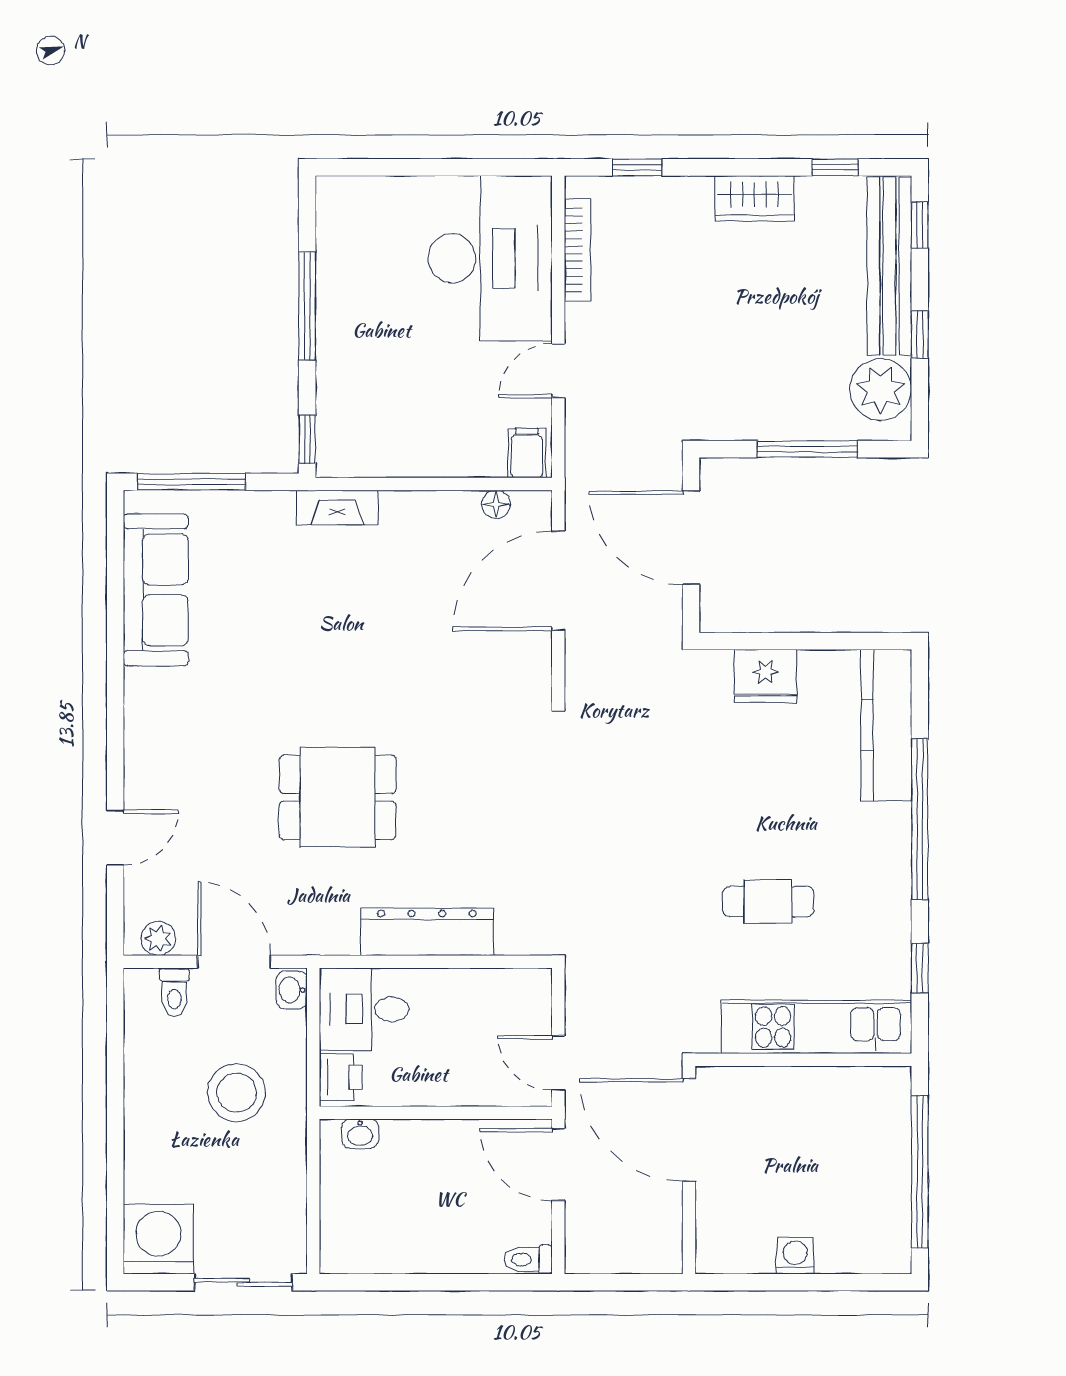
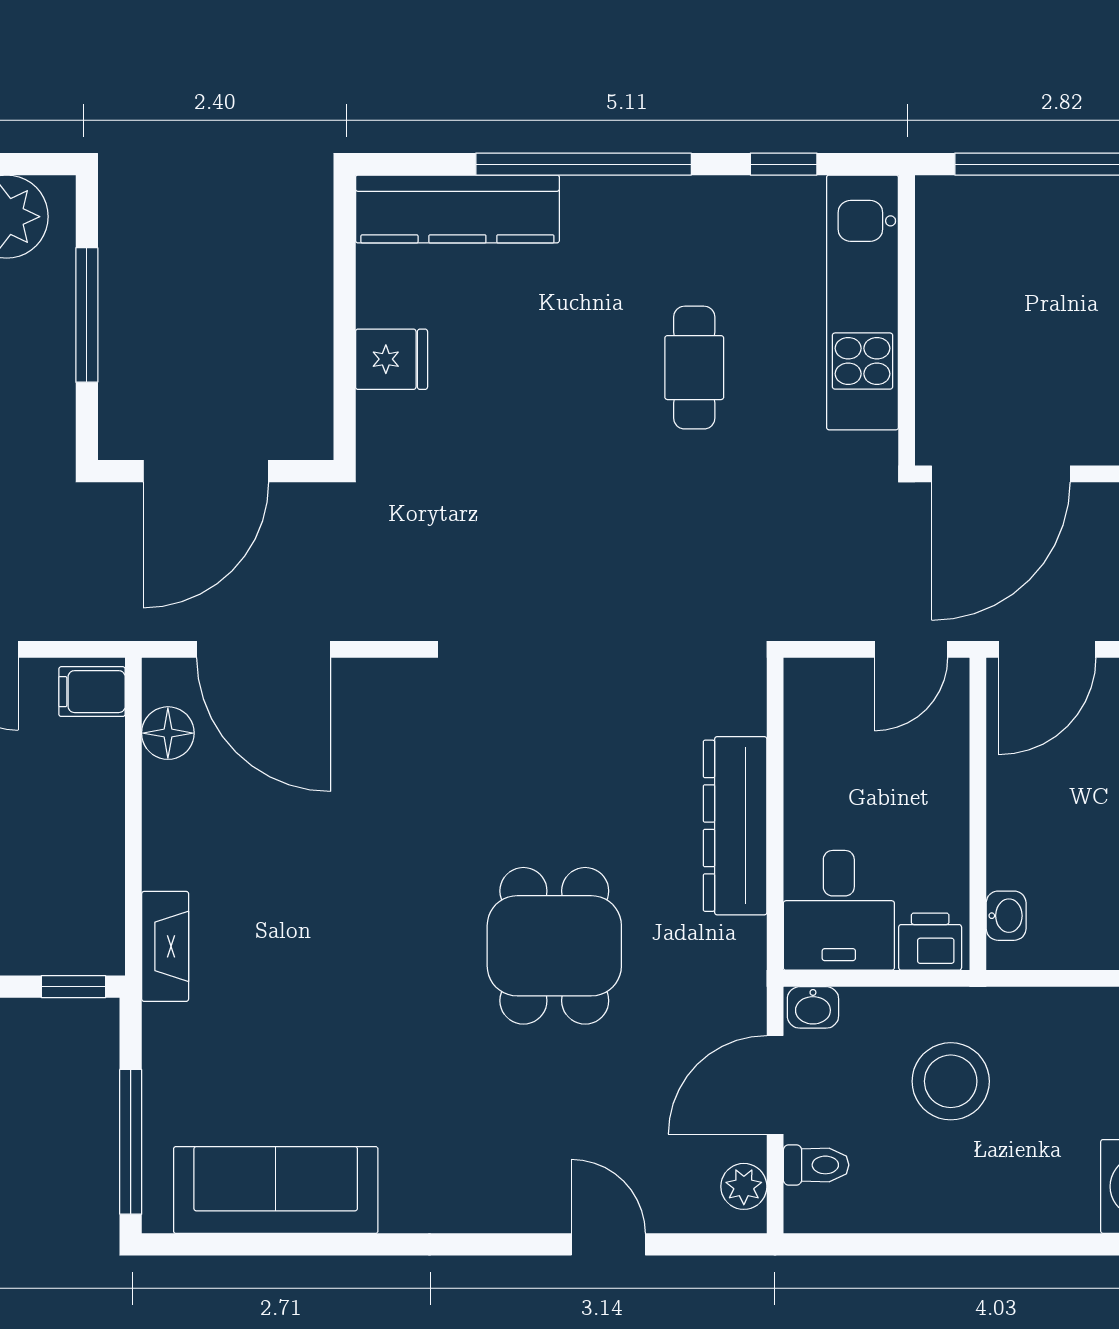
floor lamp: (496, 504) -> (168, 733), width x1.37, depth x1.37
fridge: (766, 676) -> (392, 359), width x0.72

